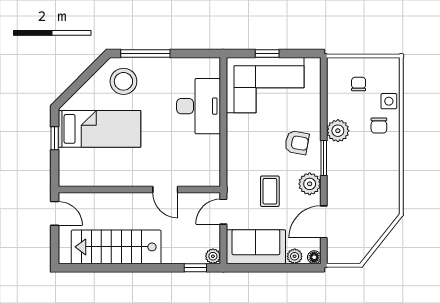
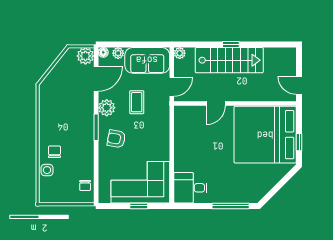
stool: (123, 81) -> (247, 185), removed
chair: (359, 84) -> (85, 186), moved
desk: (199, 106) -> (190, 188), moved, width x0.73
bed: (100, 129) -> (265, 135), width x2.04
plant: (338, 131) -> (85, 56), moved
door: (165, 190) -> (216, 103), swing flipped
stairs: (116, 247) -> (229, 60), moved
window: (195, 268) -> (231, 45), moved

